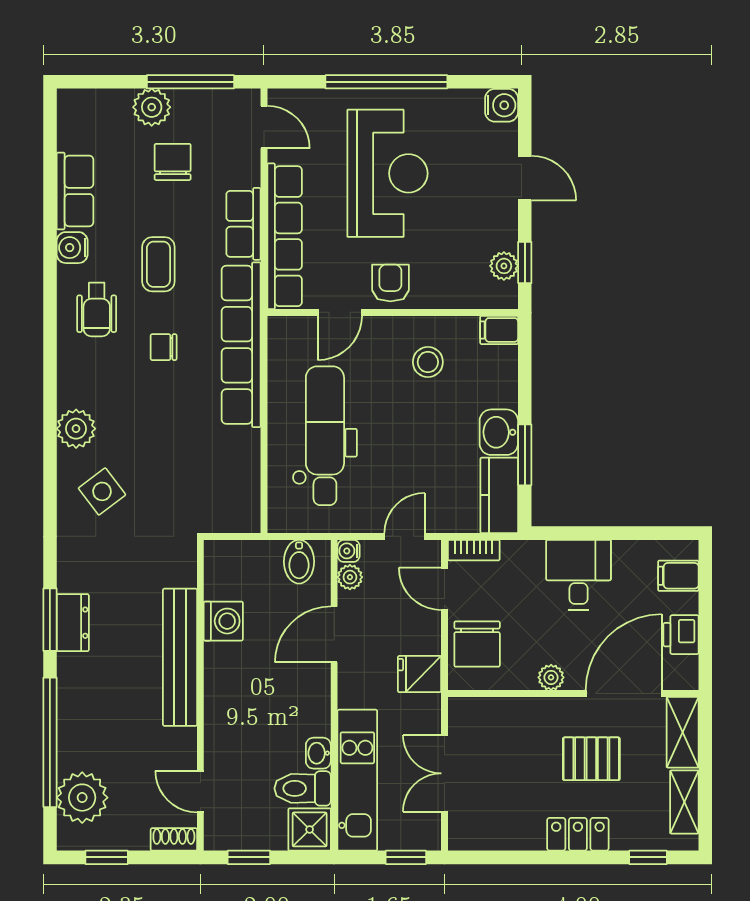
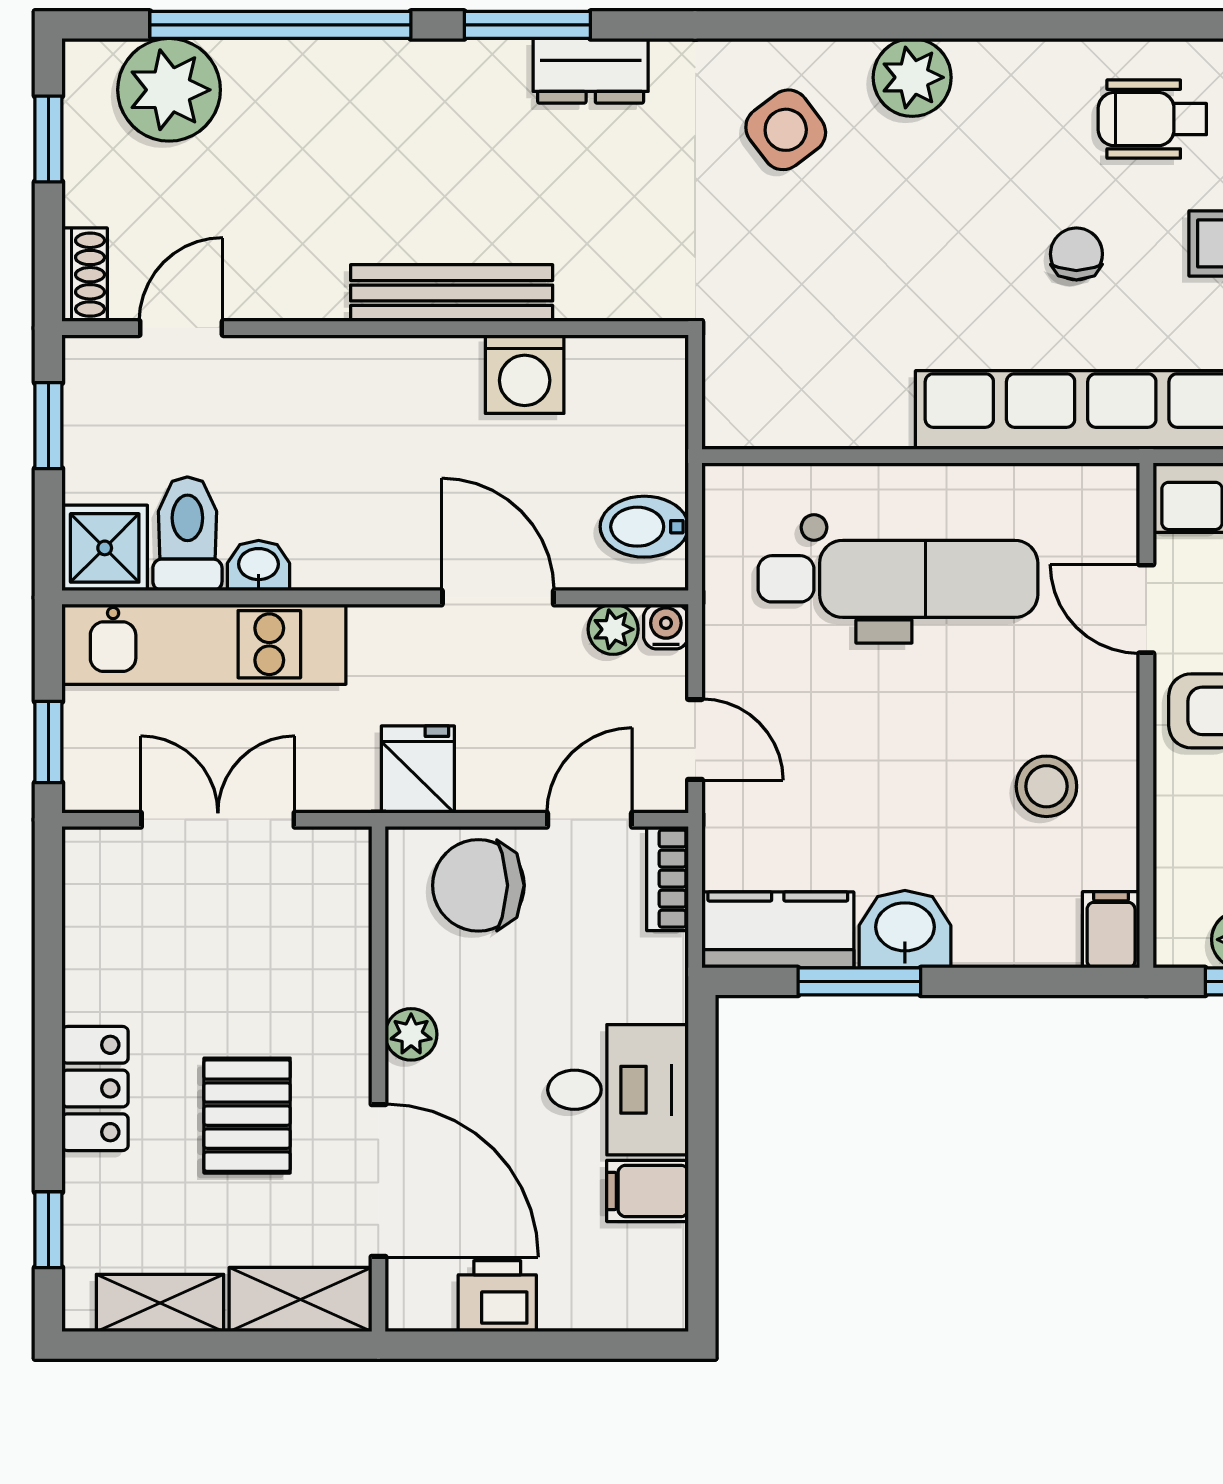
filing cabinet: (678, 576) -> (647, 1191), moved, turned -90
dresser: (73, 623) -> (591, 71), moved
bench: (180, 657) -> (452, 293), width x0.73, depth x0.82

